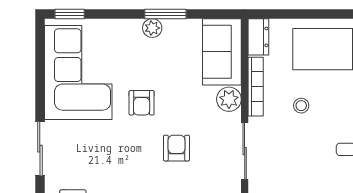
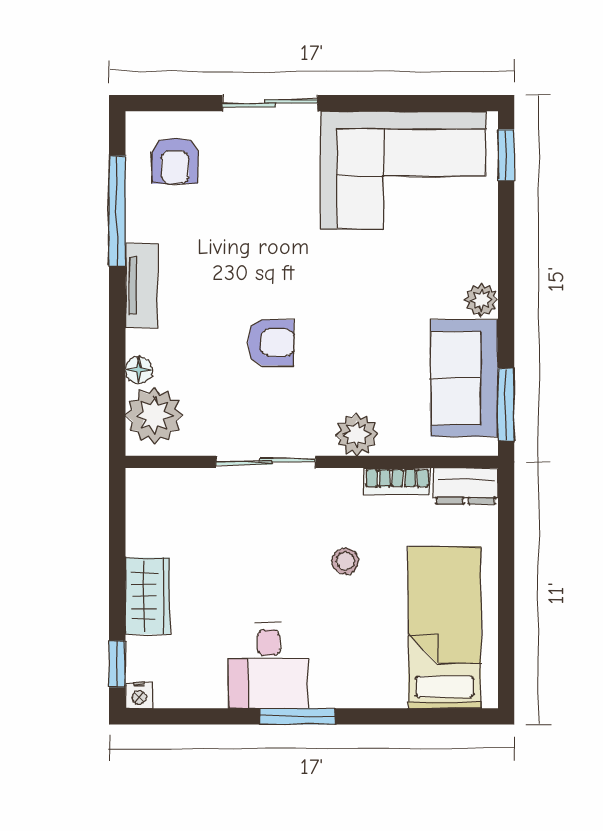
window: (165, 14) -> (506, 404), moved
sofa: (222, 52) -> (464, 378), moved, turned -90
bookcase: (256, 87) -> (397, 481), width x0.64
armchair: (142, 103) -> (350, 281), removed

